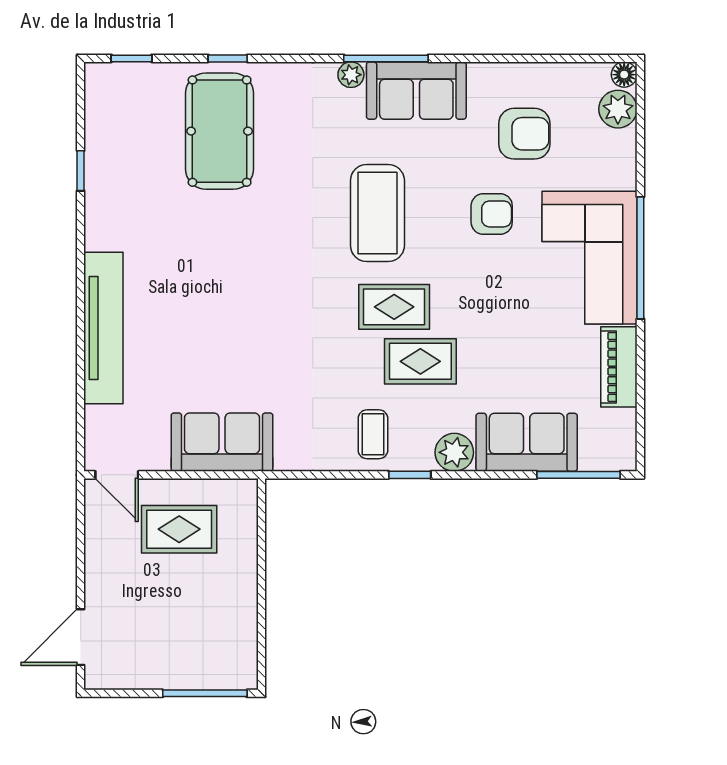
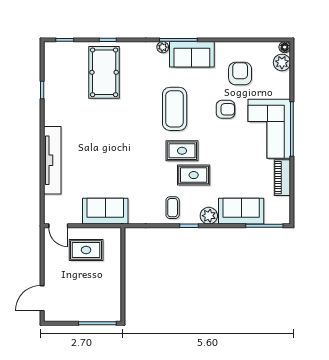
armchair: (524, 134) -> (240, 73), turned -90

